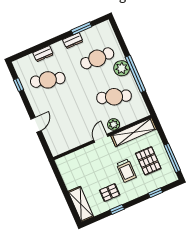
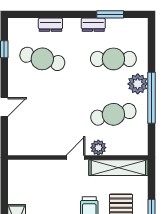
cafe table: (114, 97) -> (113, 114), turned -30

